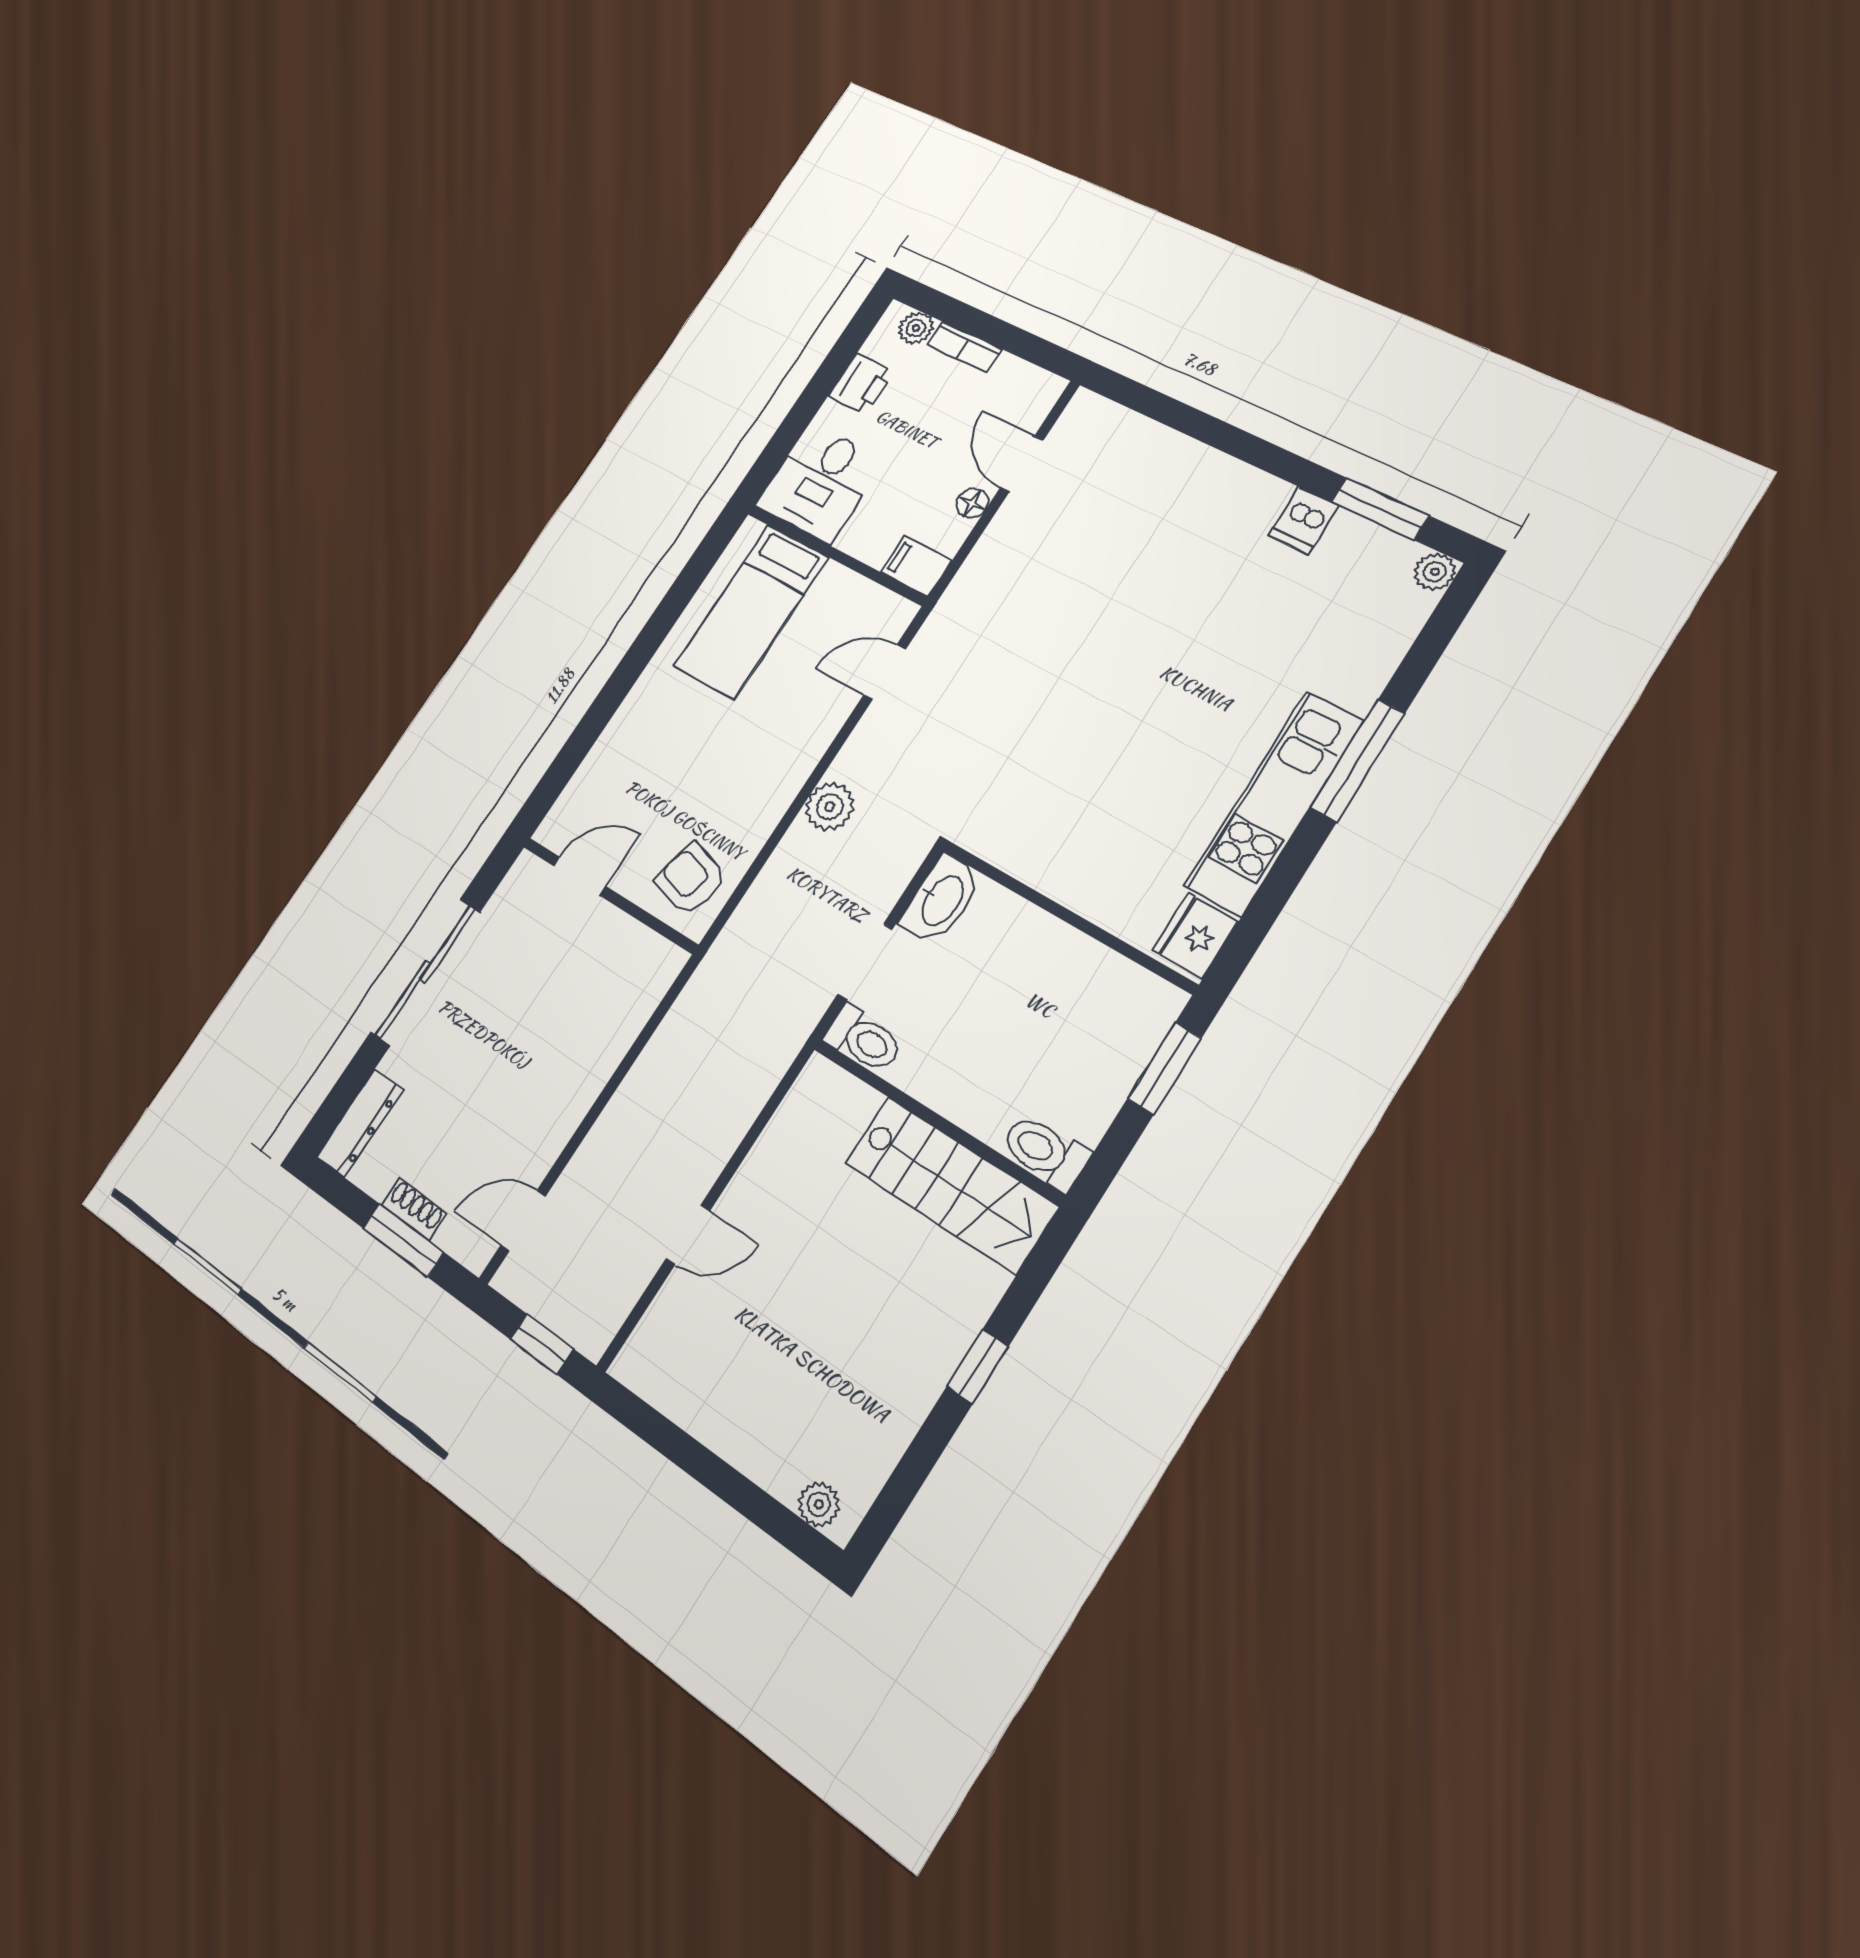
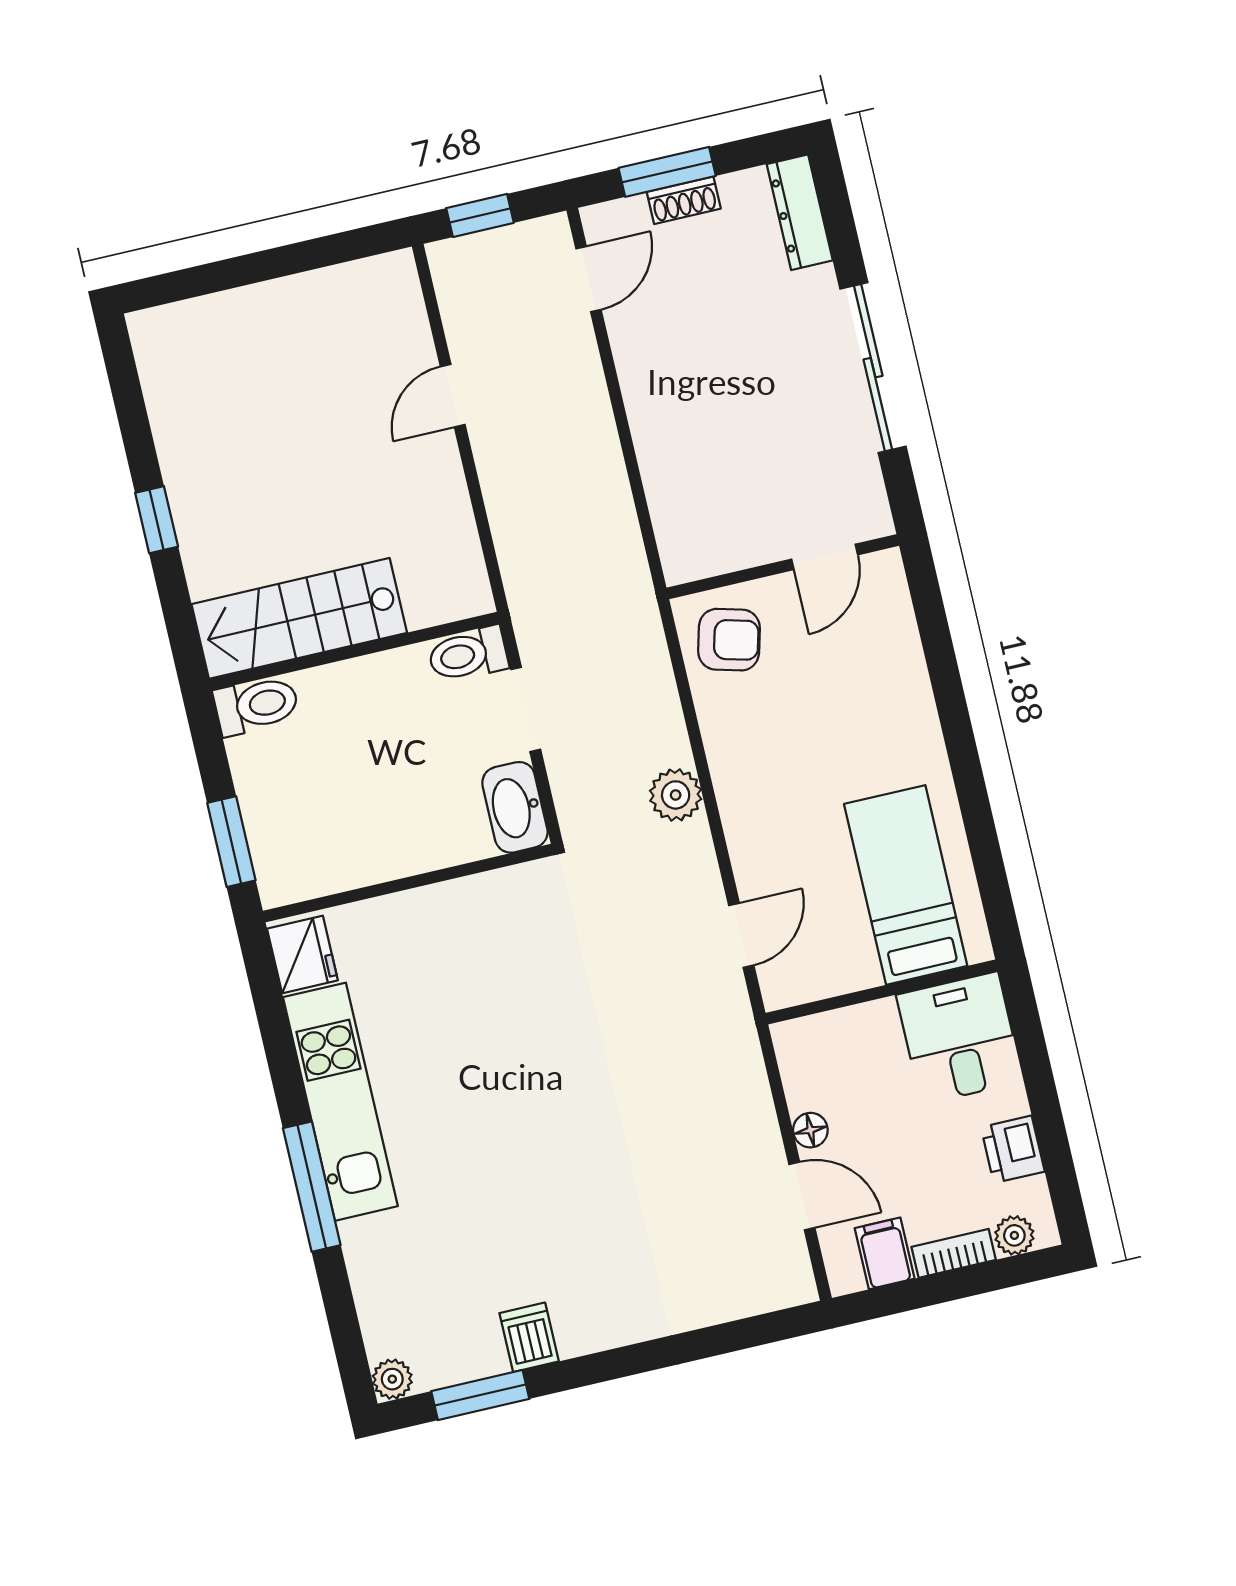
filing cabinet: (916, 566) -> (885, 1253), moved, turned -90
plant: (819, 1504) -> (171, 323), removed

